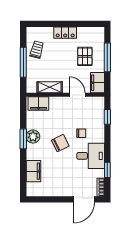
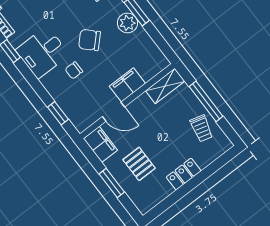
window: (107, 57) -> (112, 183), width x0.69
shelving: (50, 87) -> (165, 86), moved
filing cabinet: (38, 103) -> (127, 85), moved
chair: (60, 143) -> (90, 40), turned 71

